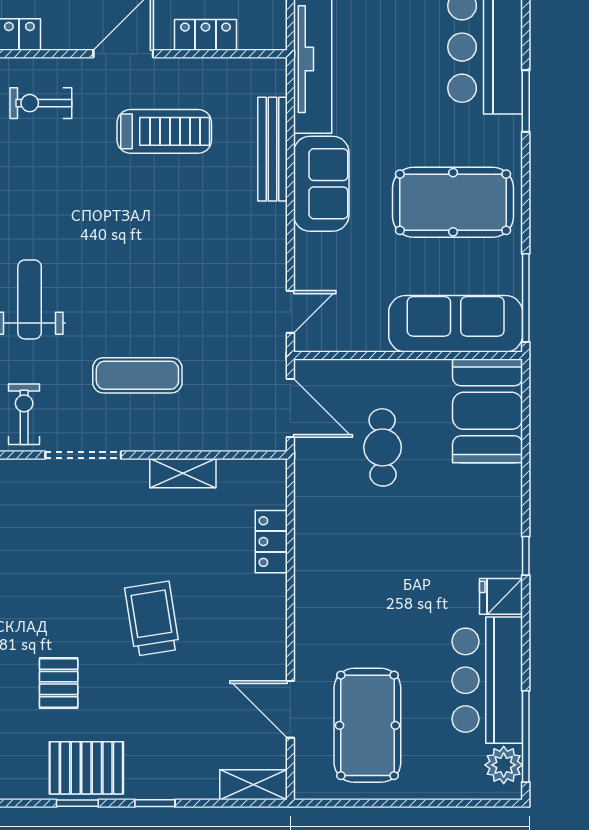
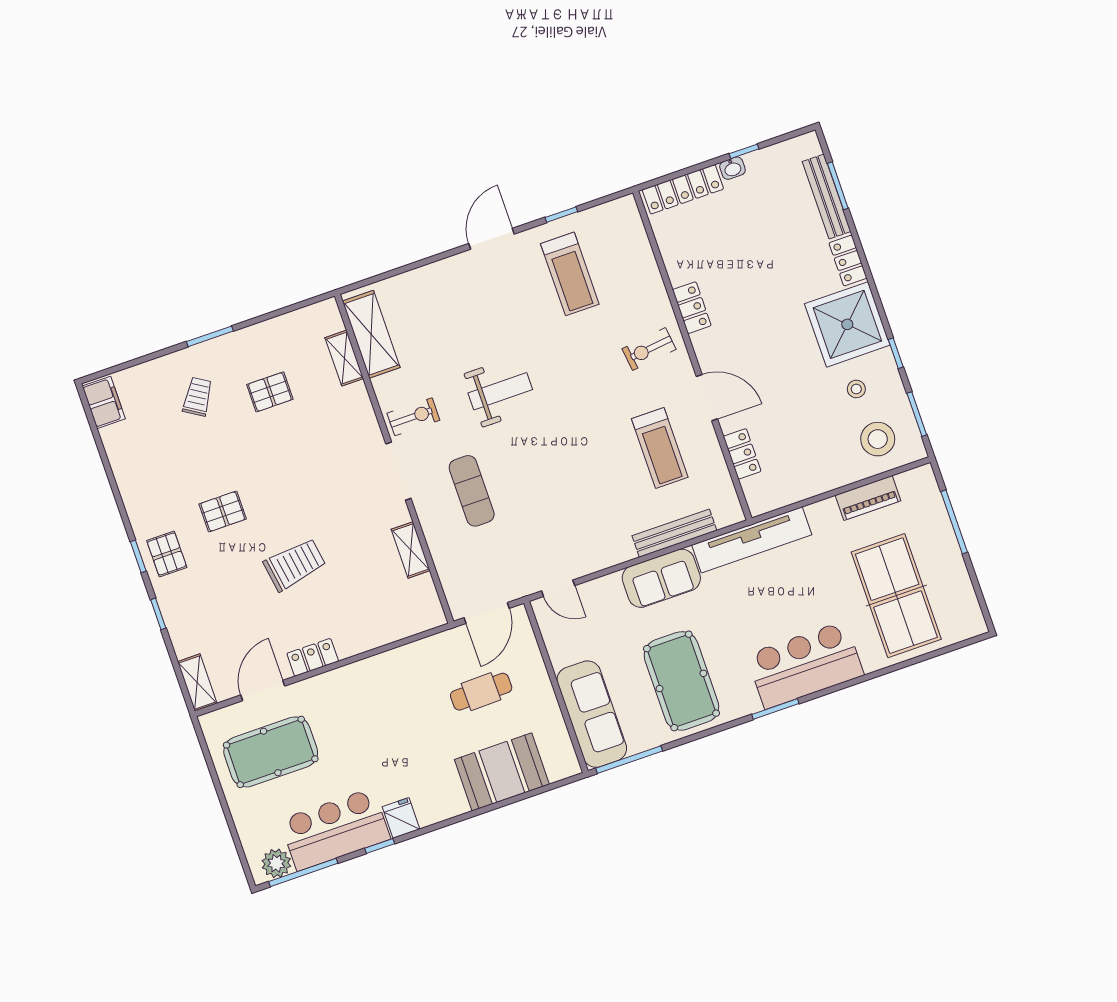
exercise bike: (41, 103) -> (649, 349), turned -97
booth: (488, 411) -> (502, 772), moved
locker: (271, 542) -> (313, 657), moved
window: (526, 556) -> (380, 846), moved
pallet: (86, 768) -> (167, 554), width x0.67, depth x0.71

